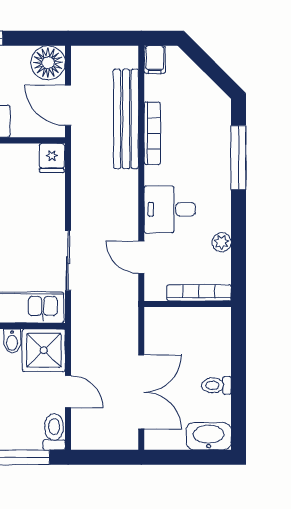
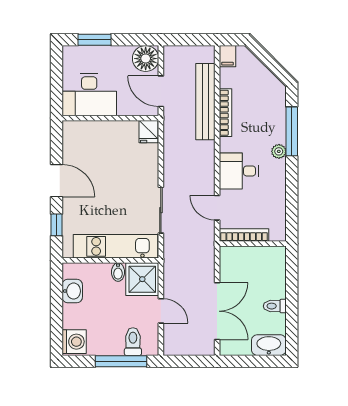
plant: (222, 242) -> (279, 151), moved
bookcase: (199, 293) -> (244, 235), moved
toilet: (54, 432) -> (133, 342), moved

